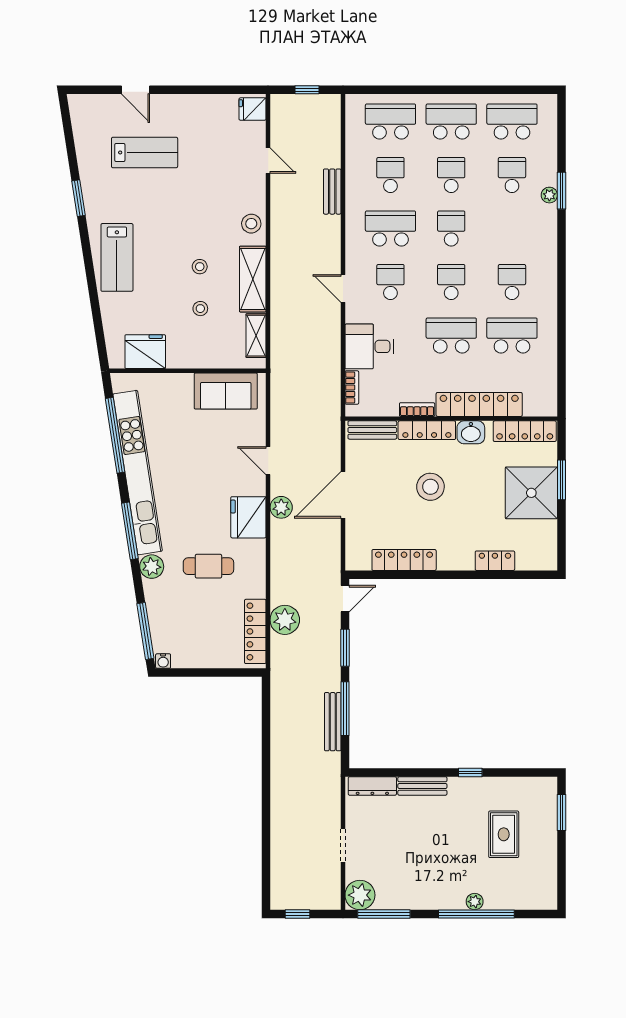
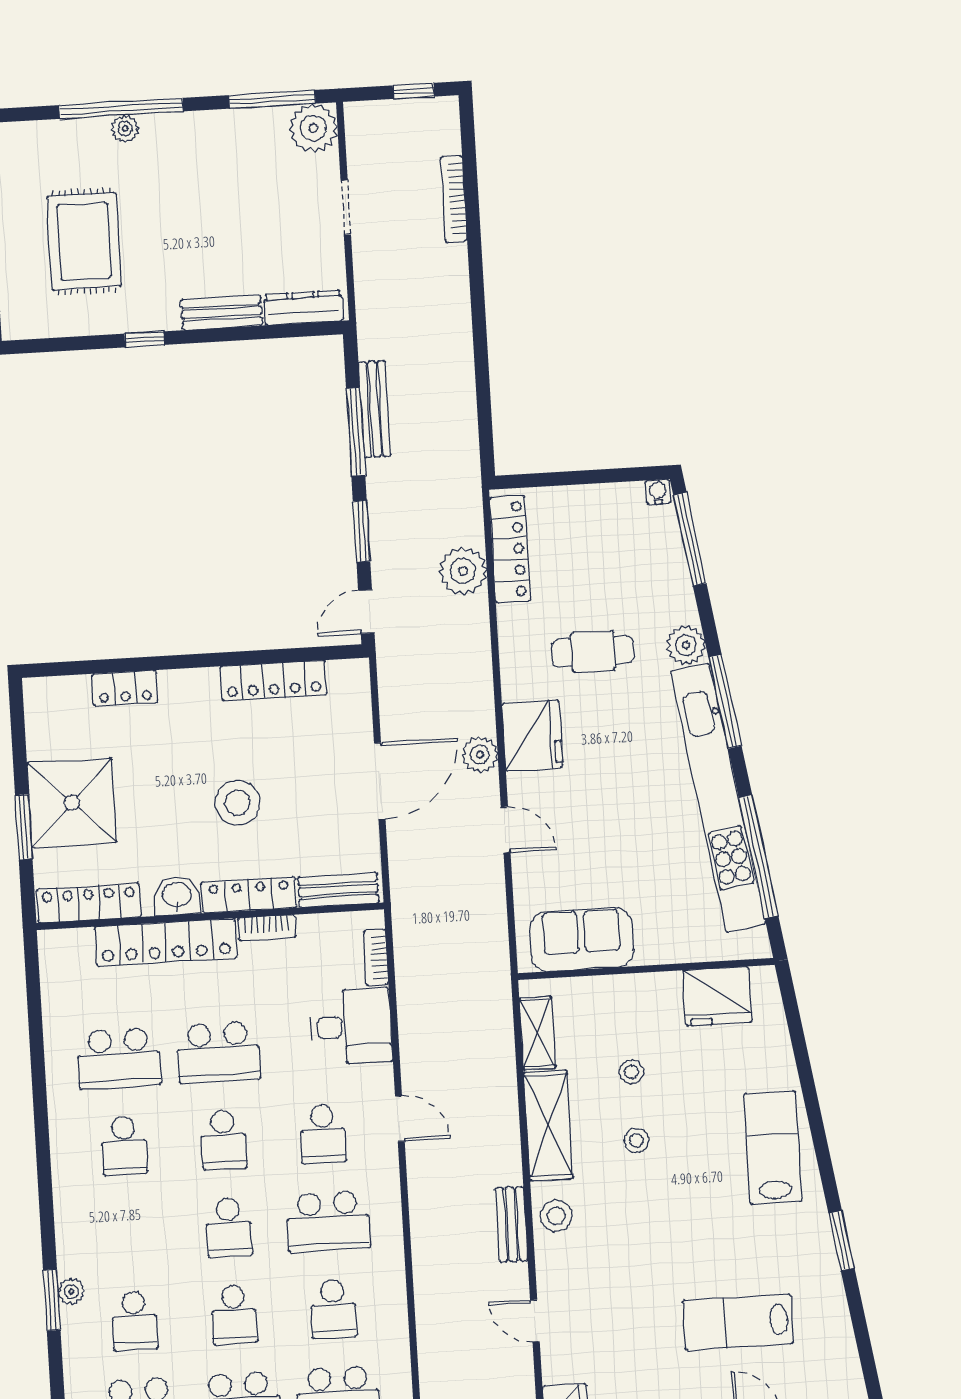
bench: (332, 192) -> (512, 1224), moved
rug: (504, 834) -> (84, 241), width x1.36, depth x1.43
bookcase: (277, 847) -> (454, 199), added

